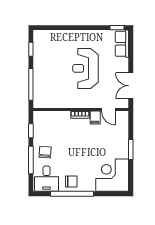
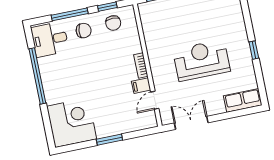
window: (117, 28) -> (254, 50), moved
chair: (71, 182) -> (113, 23), moved

